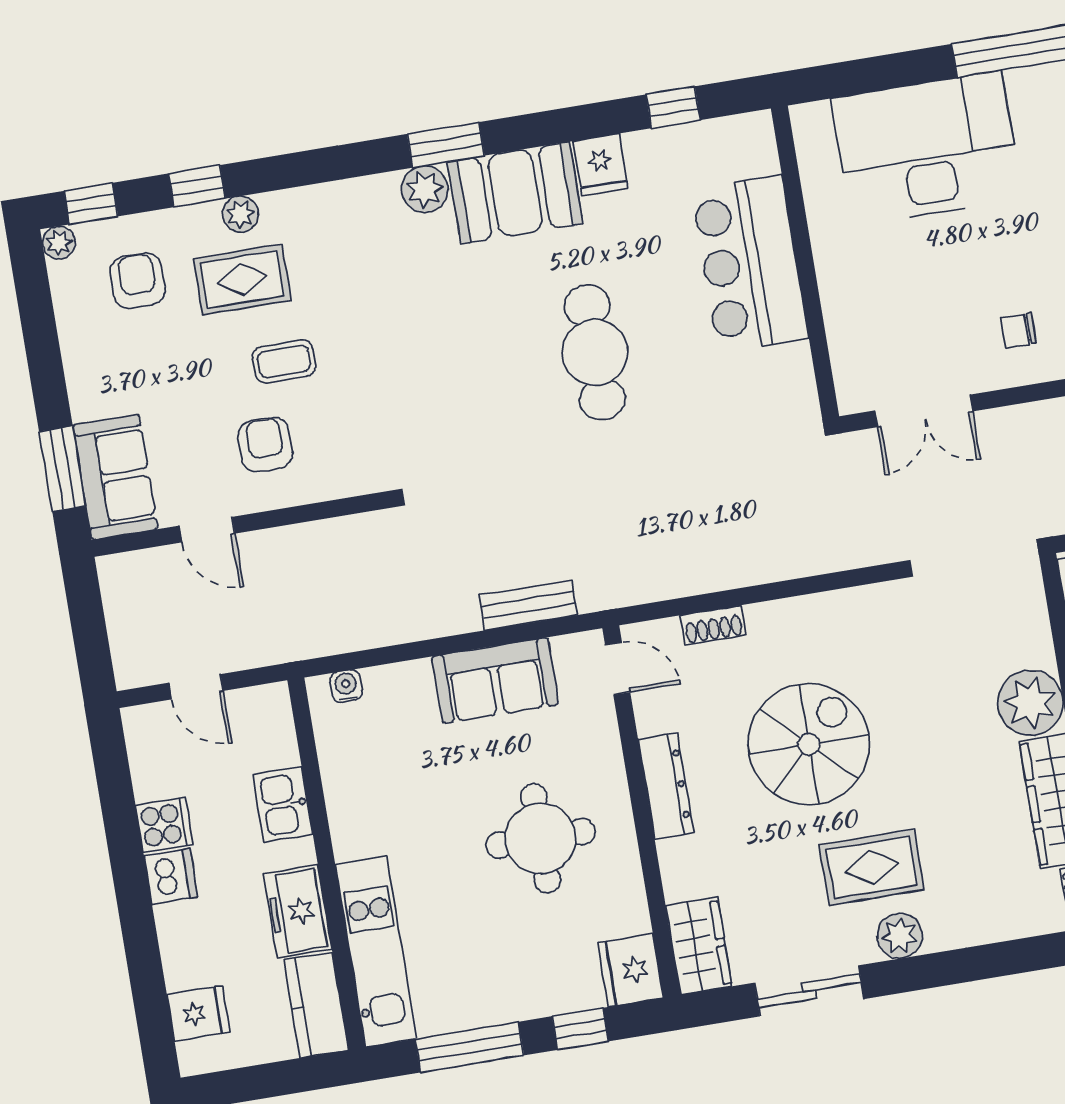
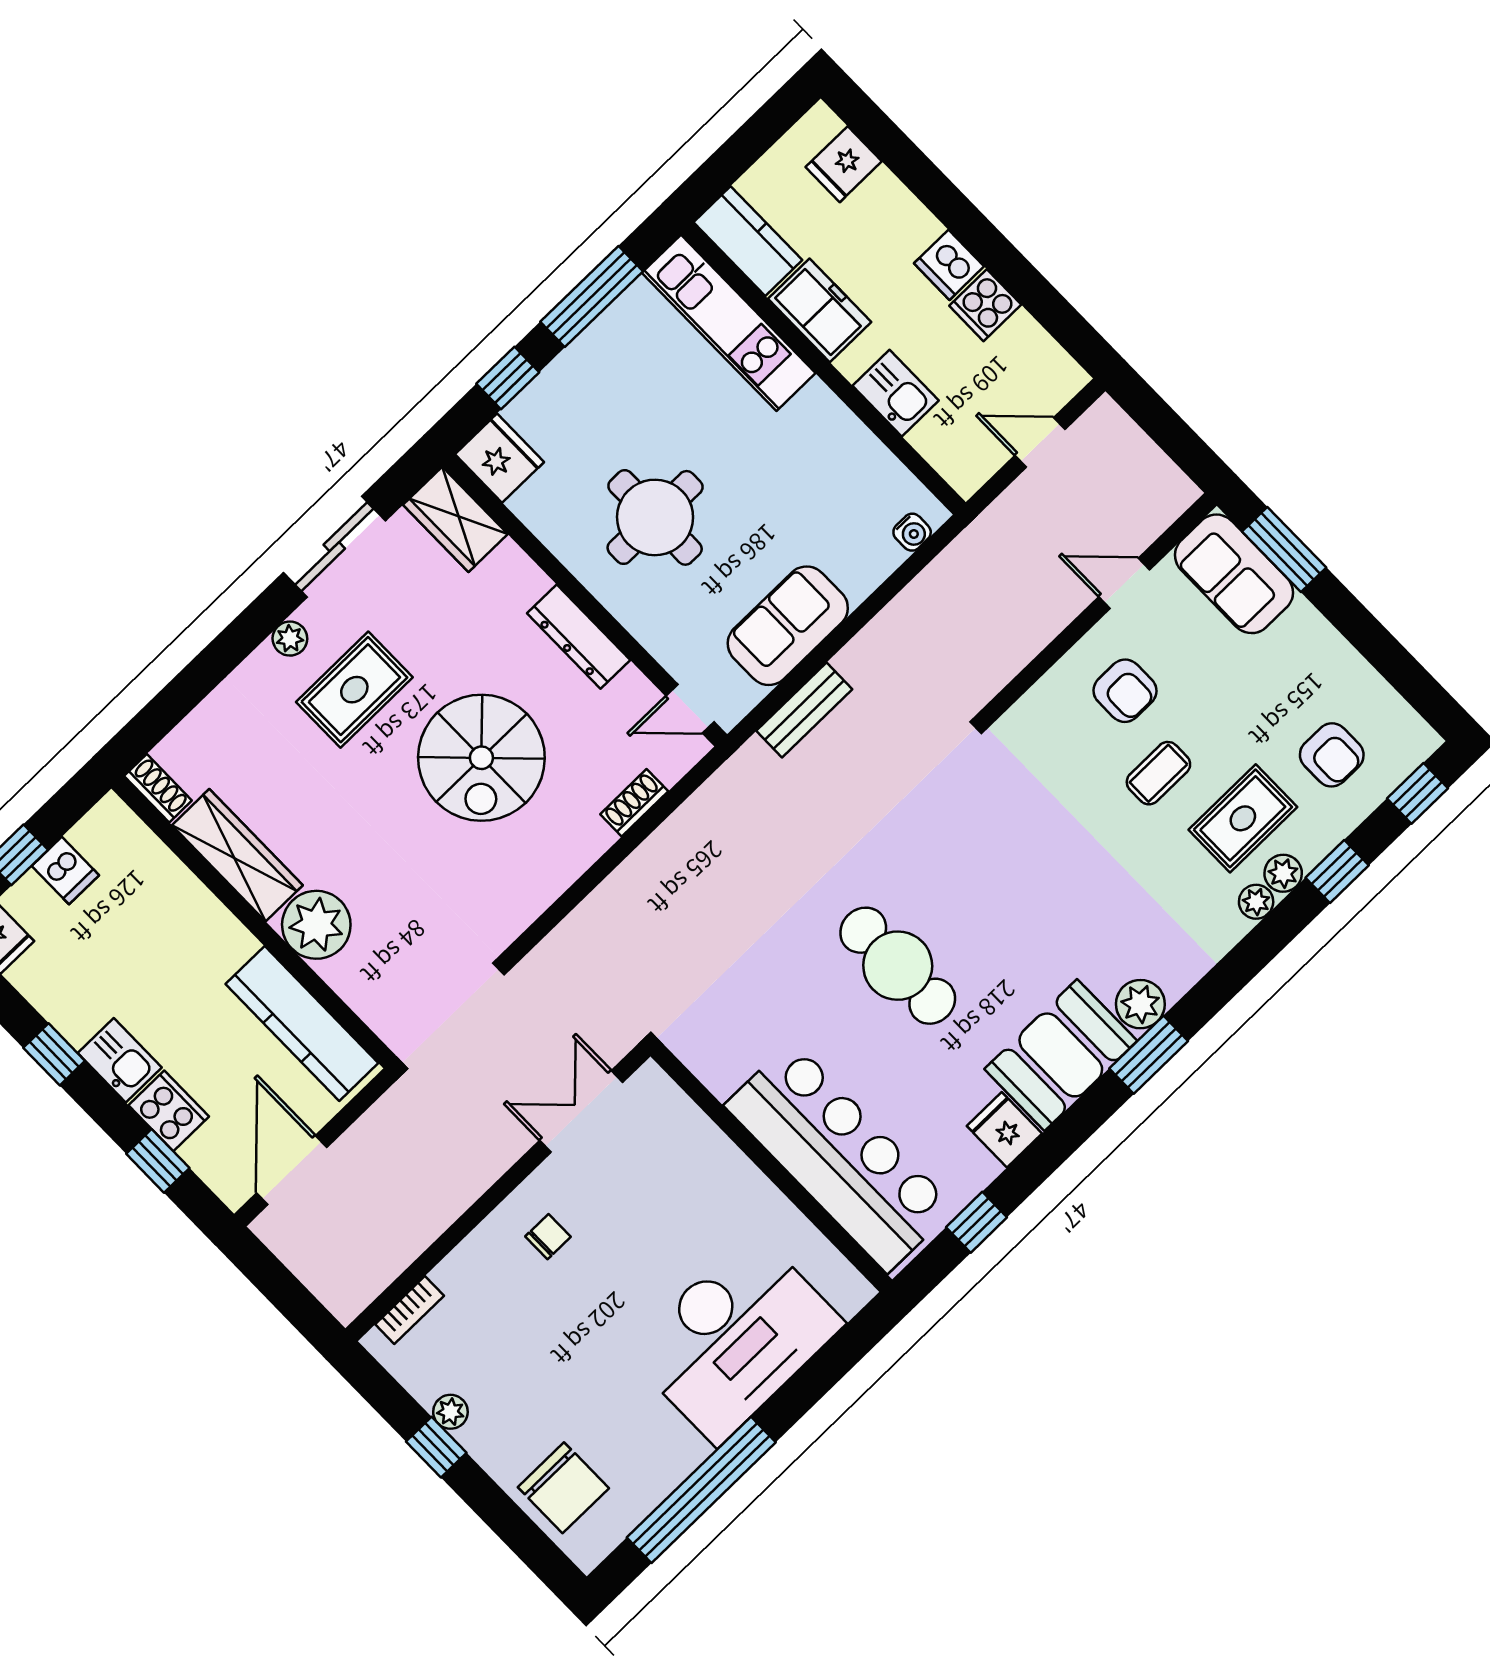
plant: (59, 243) -> (1256, 902), moved
bar counter: (750, 264) -> (840, 1157), width x1.36
plant: (900, 936) -> (290, 639), width x0.73, depth x0.73

